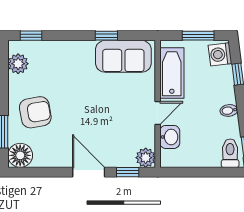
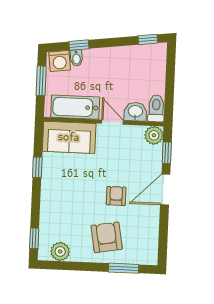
sofa: (123, 56) -> (69, 137), moved, turned 90
bidet: (229, 110) -> (76, 58), moved
armchair: (80, 120) -> (116, 196), added
toilet: (230, 153) -> (156, 108), moved, turned 90
floor lamp: (20, 155) -> (147, 253), removed

